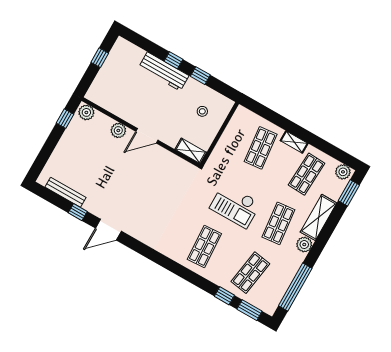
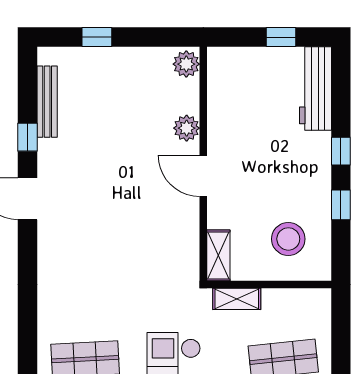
workbench: (164, 71) -> (316, 89), moved
stool: (202, 111) -> (288, 239), width x1.89, depth x1.89
window: (65, 119) -> (97, 37), moved
shelving: (217, 154) -> (237, 299), added

